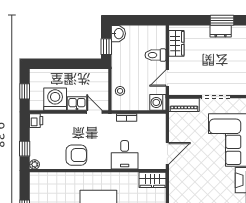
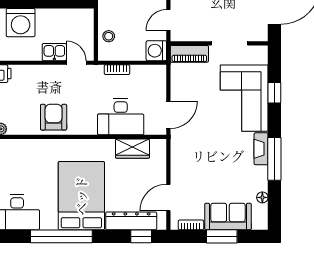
washing machine: (55, 99) -> (21, 23), moved, turned 180
armchair: (76, 155) -> (54, 117), turned -90
desk: (125, 155) -> (121, 117), width x1.37
wardrobe: (152, 180) -> (132, 149), moved

